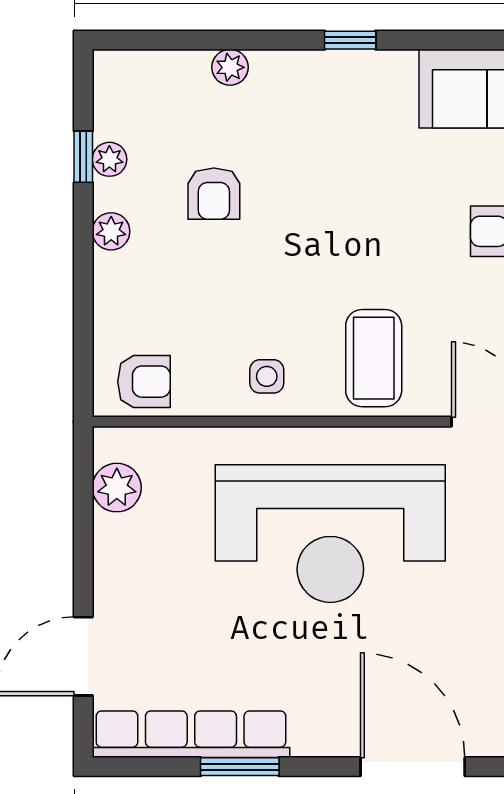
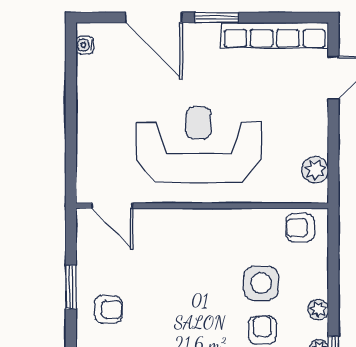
coffee table: (374, 358) -> (175, 240), removed
side table: (267, 376) -> (261, 283), moved, width x1.87, depth x1.87
window: (240, 767) -> (217, 18), moved

